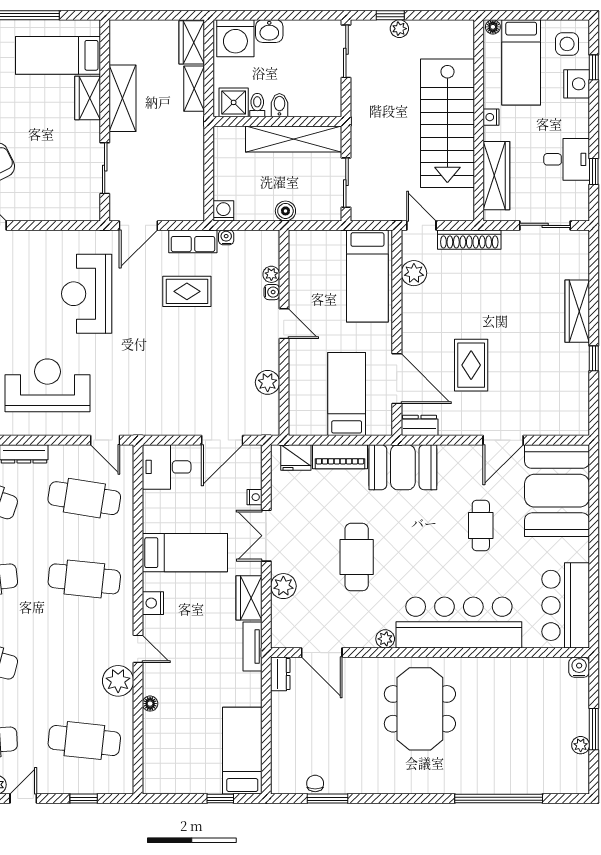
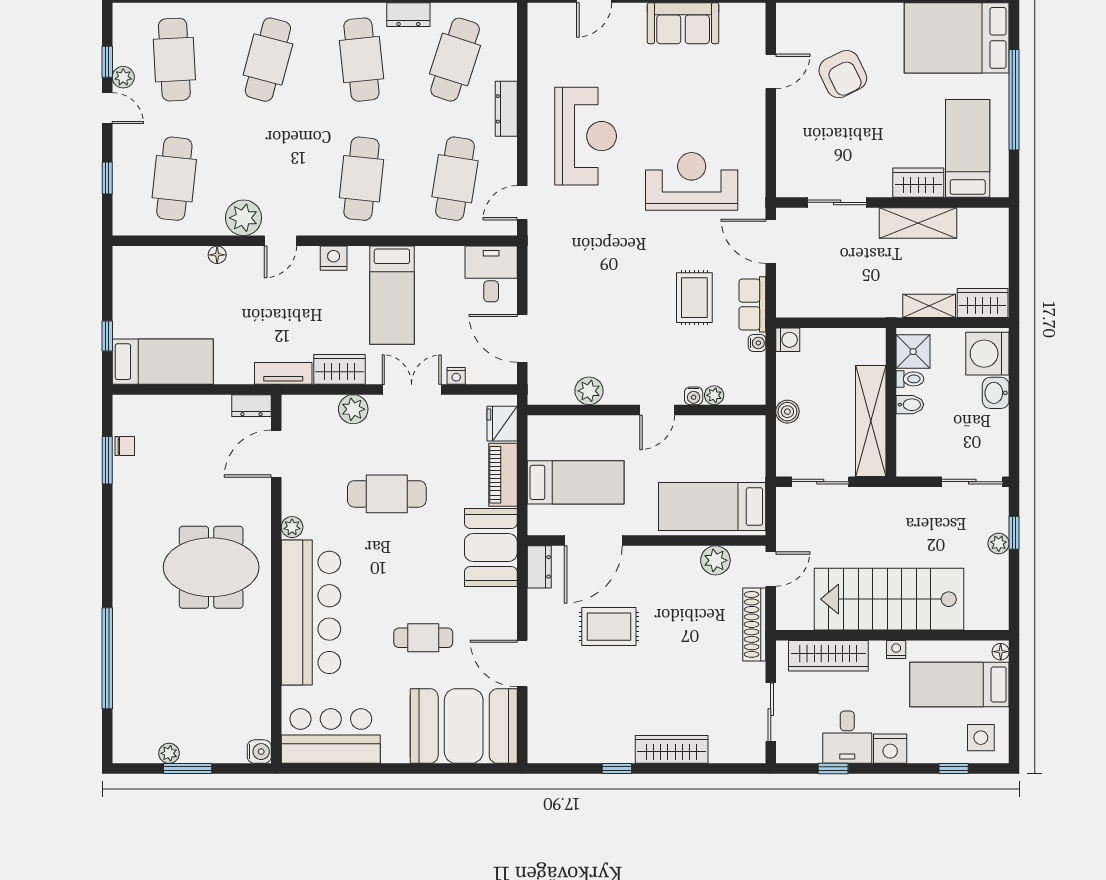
nightstand: (577, 84) -> (890, 749), moved

